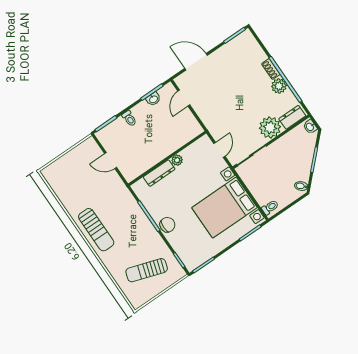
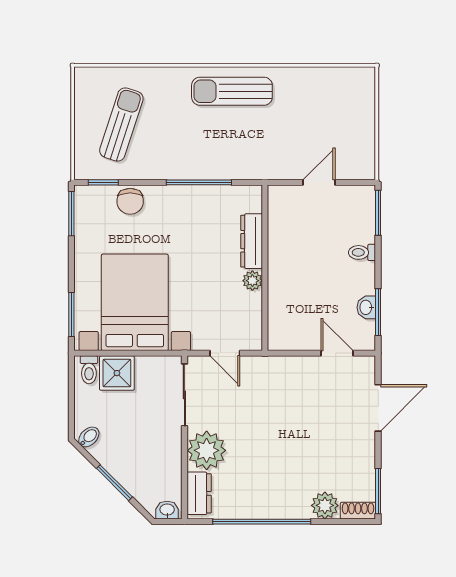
shoe rack: (271, 69) -> (358, 511), moved
plant: (279, 86) -> (325, 505), moved
shower: (263, 193) -> (117, 373), added
chair: (167, 225) -> (130, 201), moved

